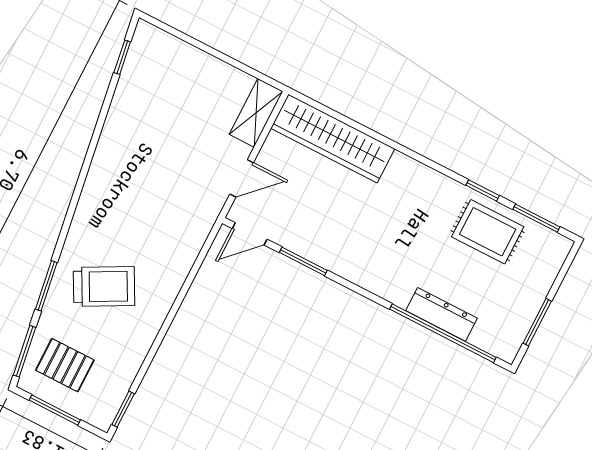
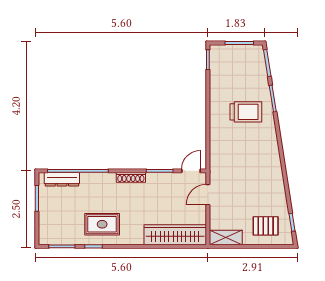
shelving: (256, 113) -> (226, 237), moved, turned 90
rug: (488, 232) -> (102, 224), moved
shoe rack: (358, 276) -> (131, 177), added
trolley: (104, 286) -> (246, 112), turned -152
dresser: (441, 314) -> (62, 179), moved
pallet: (65, 365) -> (266, 226), moved

